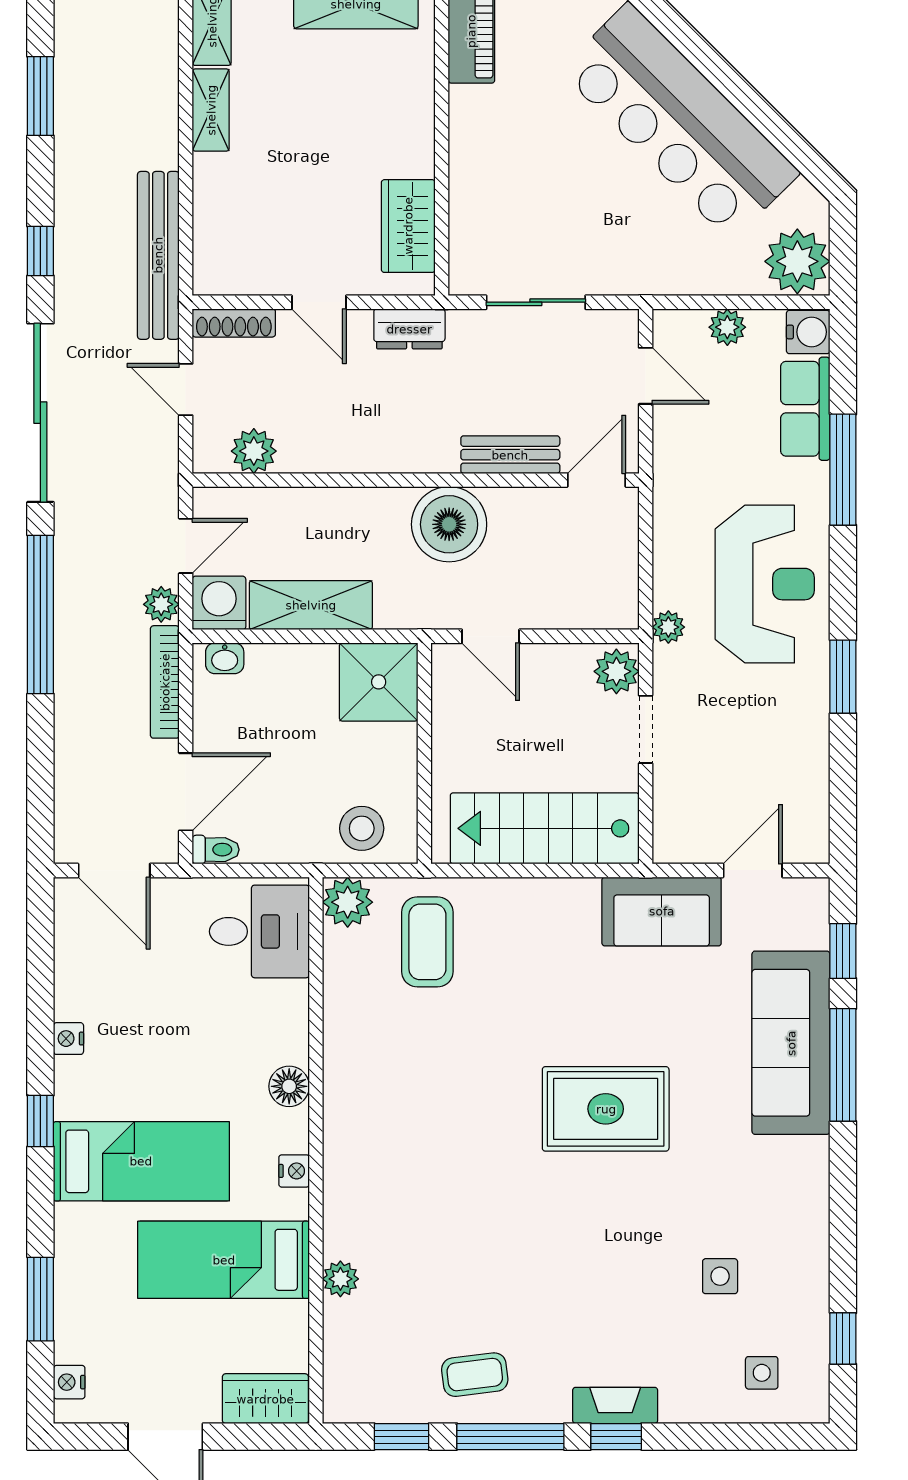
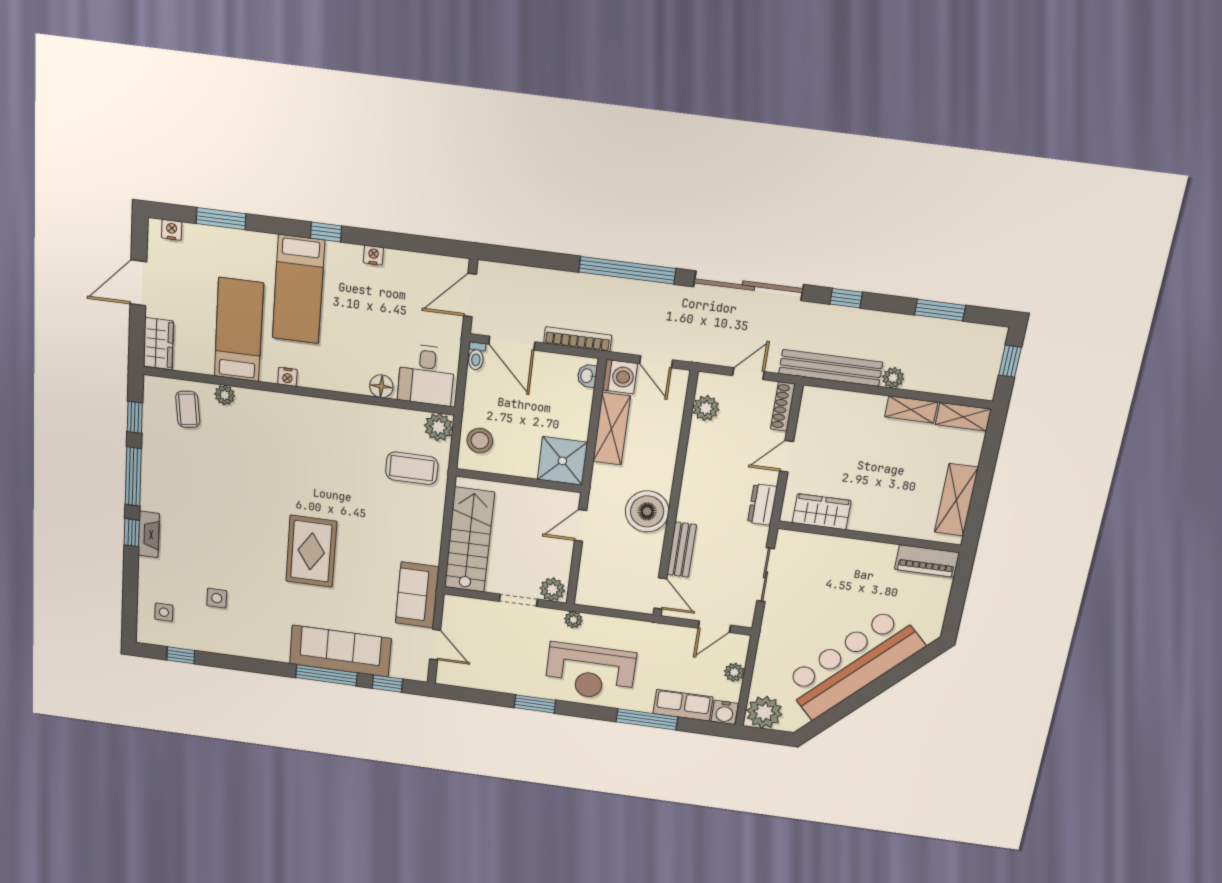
plant: (161, 604) -> (893, 378), moved
floor lamp: (289, 1086) -> (381, 386), moved
coffee table: (475, 1375) -> (188, 409), moved

